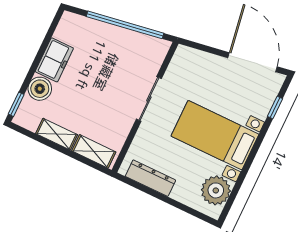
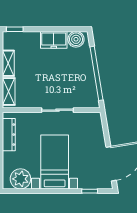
boiler: (40, 89) -> (76, 39), moved

